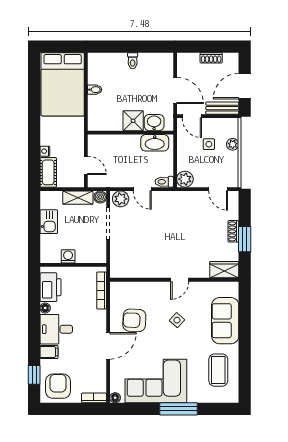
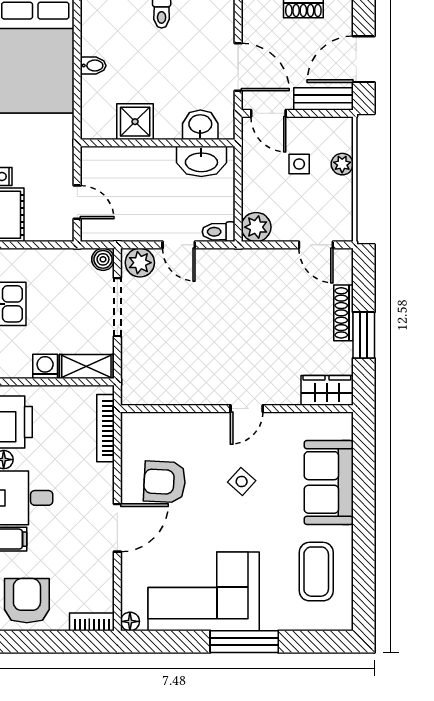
shower: (133, 121) -> (135, 122), moved
shelving: (78, 198) -> (86, 366), moved
shoe rack: (233, 231) -> (344, 313), width x1.43

